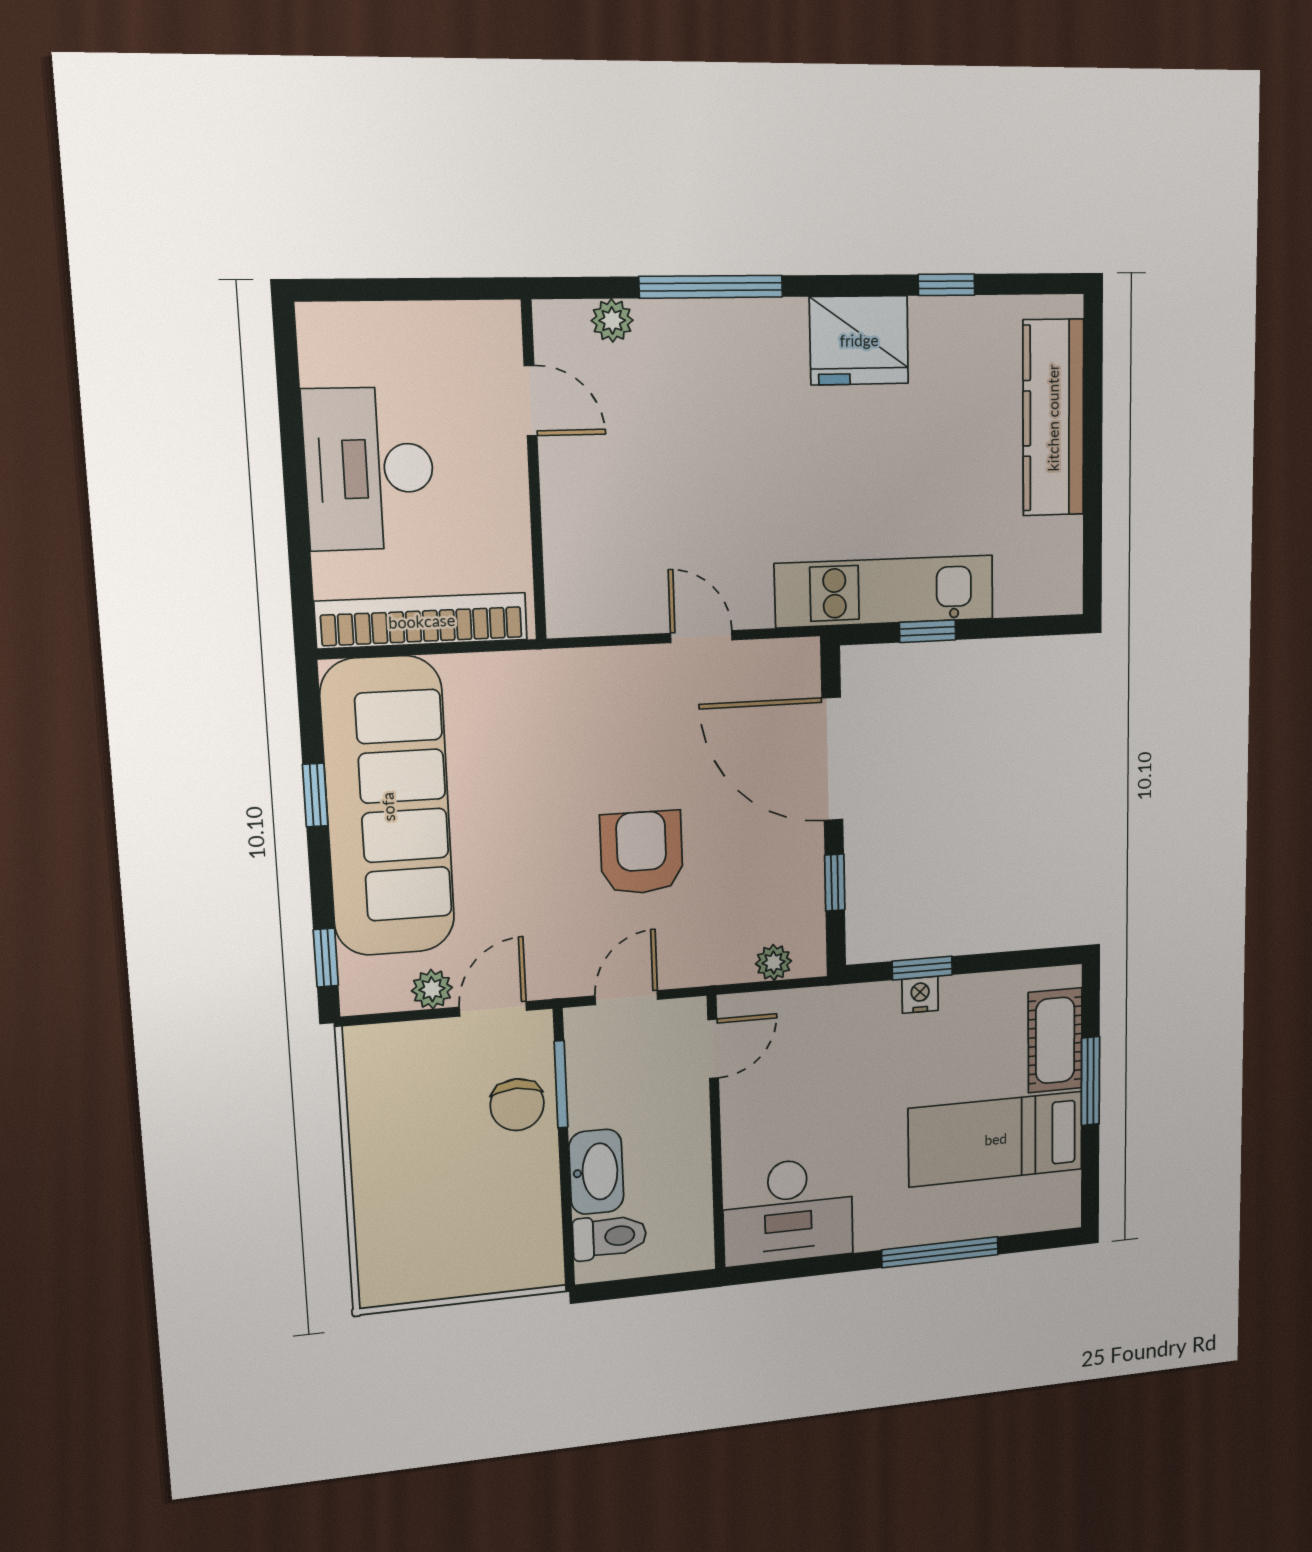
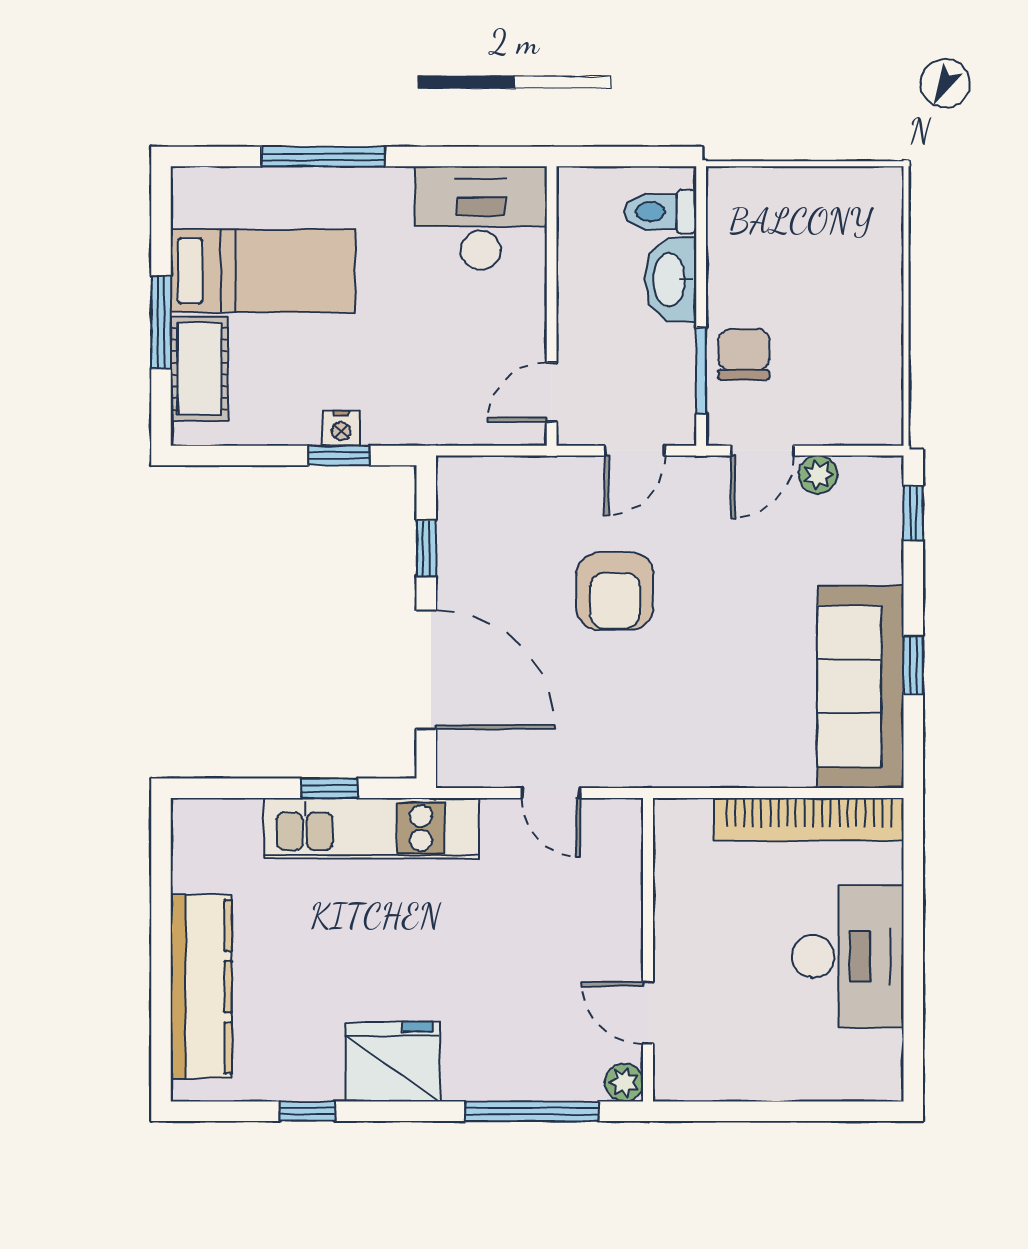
door: (531, 401) -> (648, 1013), moved
wall: (534, 472) -> (648, 950), moved
sofa: (388, 807) -> (860, 687), width x0.74, depth x0.79
plant: (774, 962) -> (489, 474), removed

